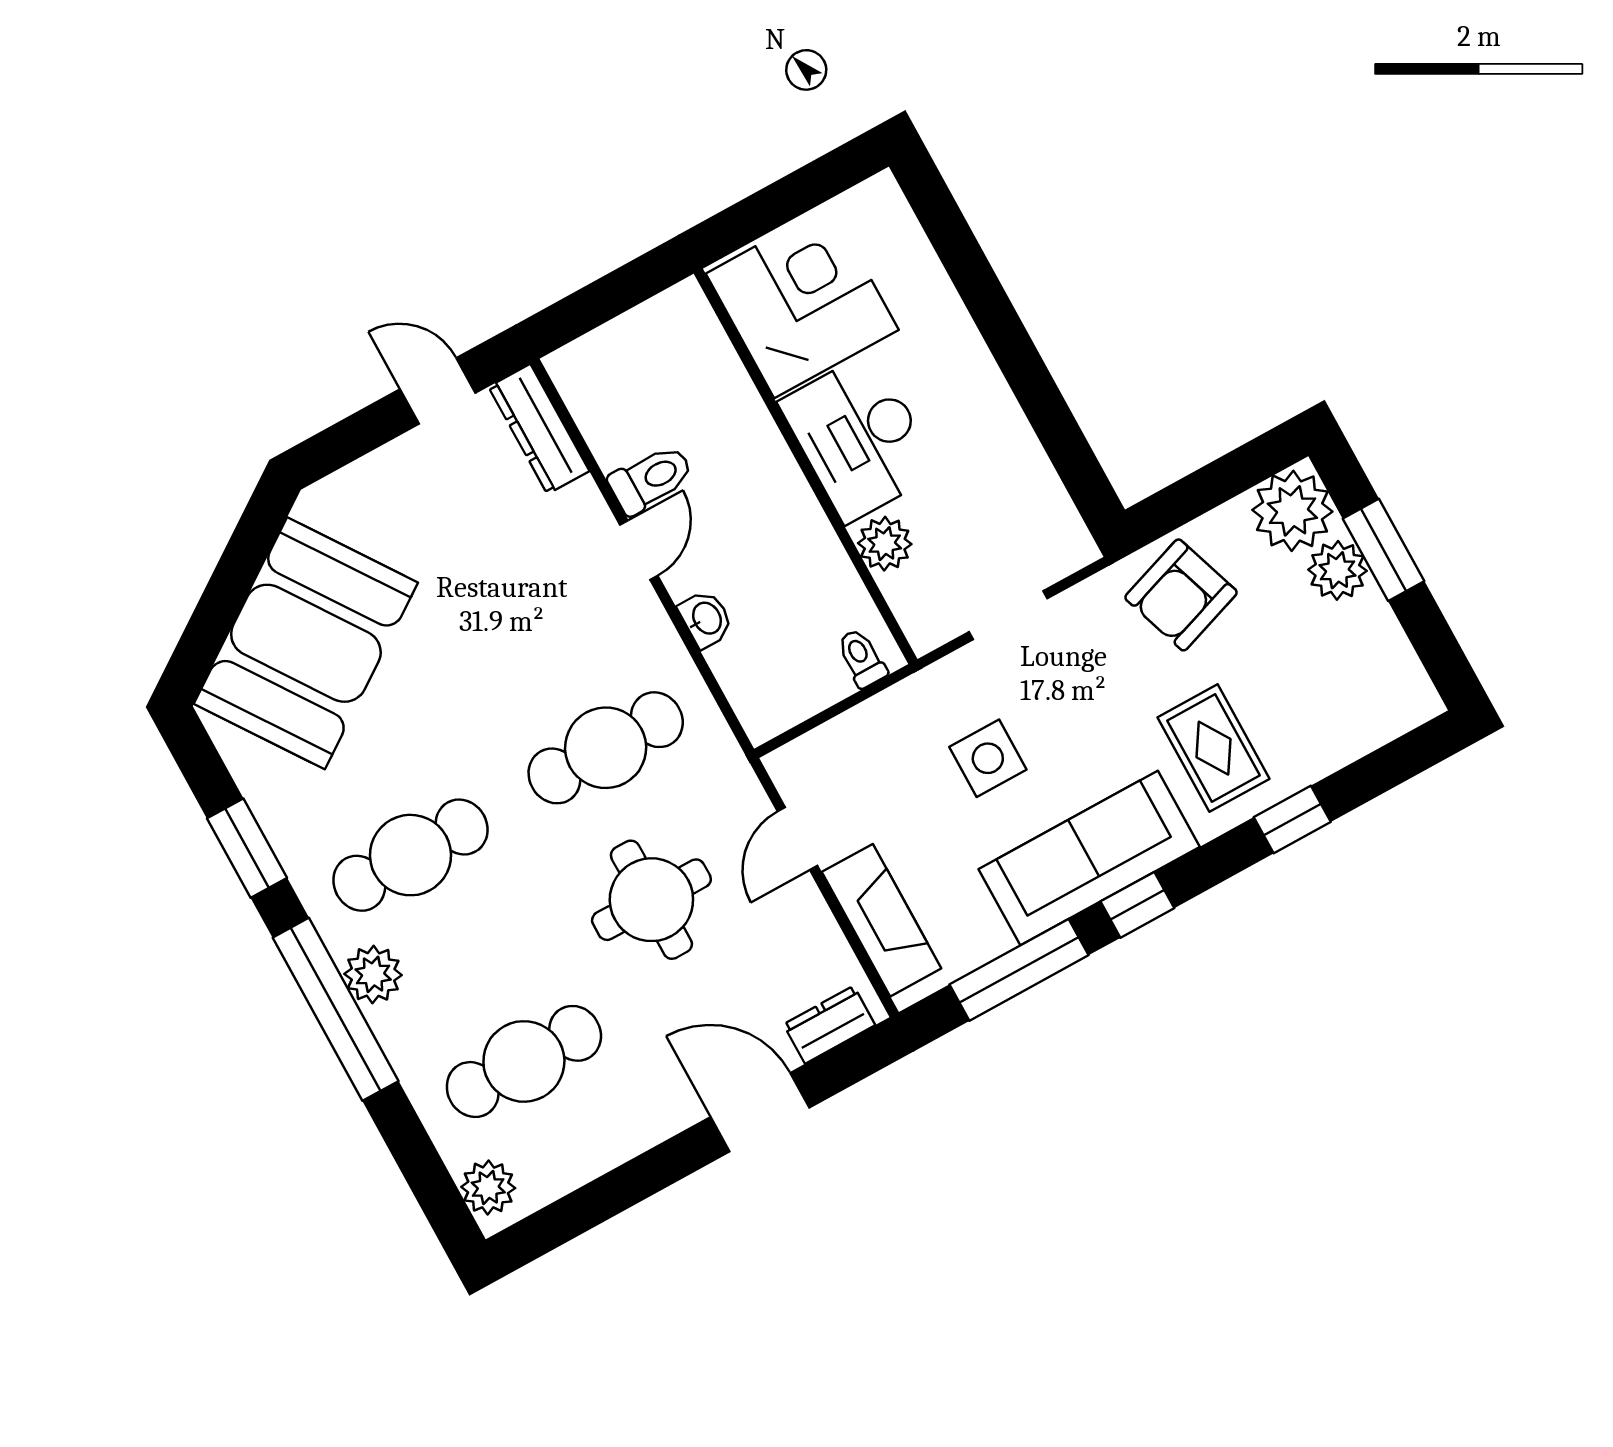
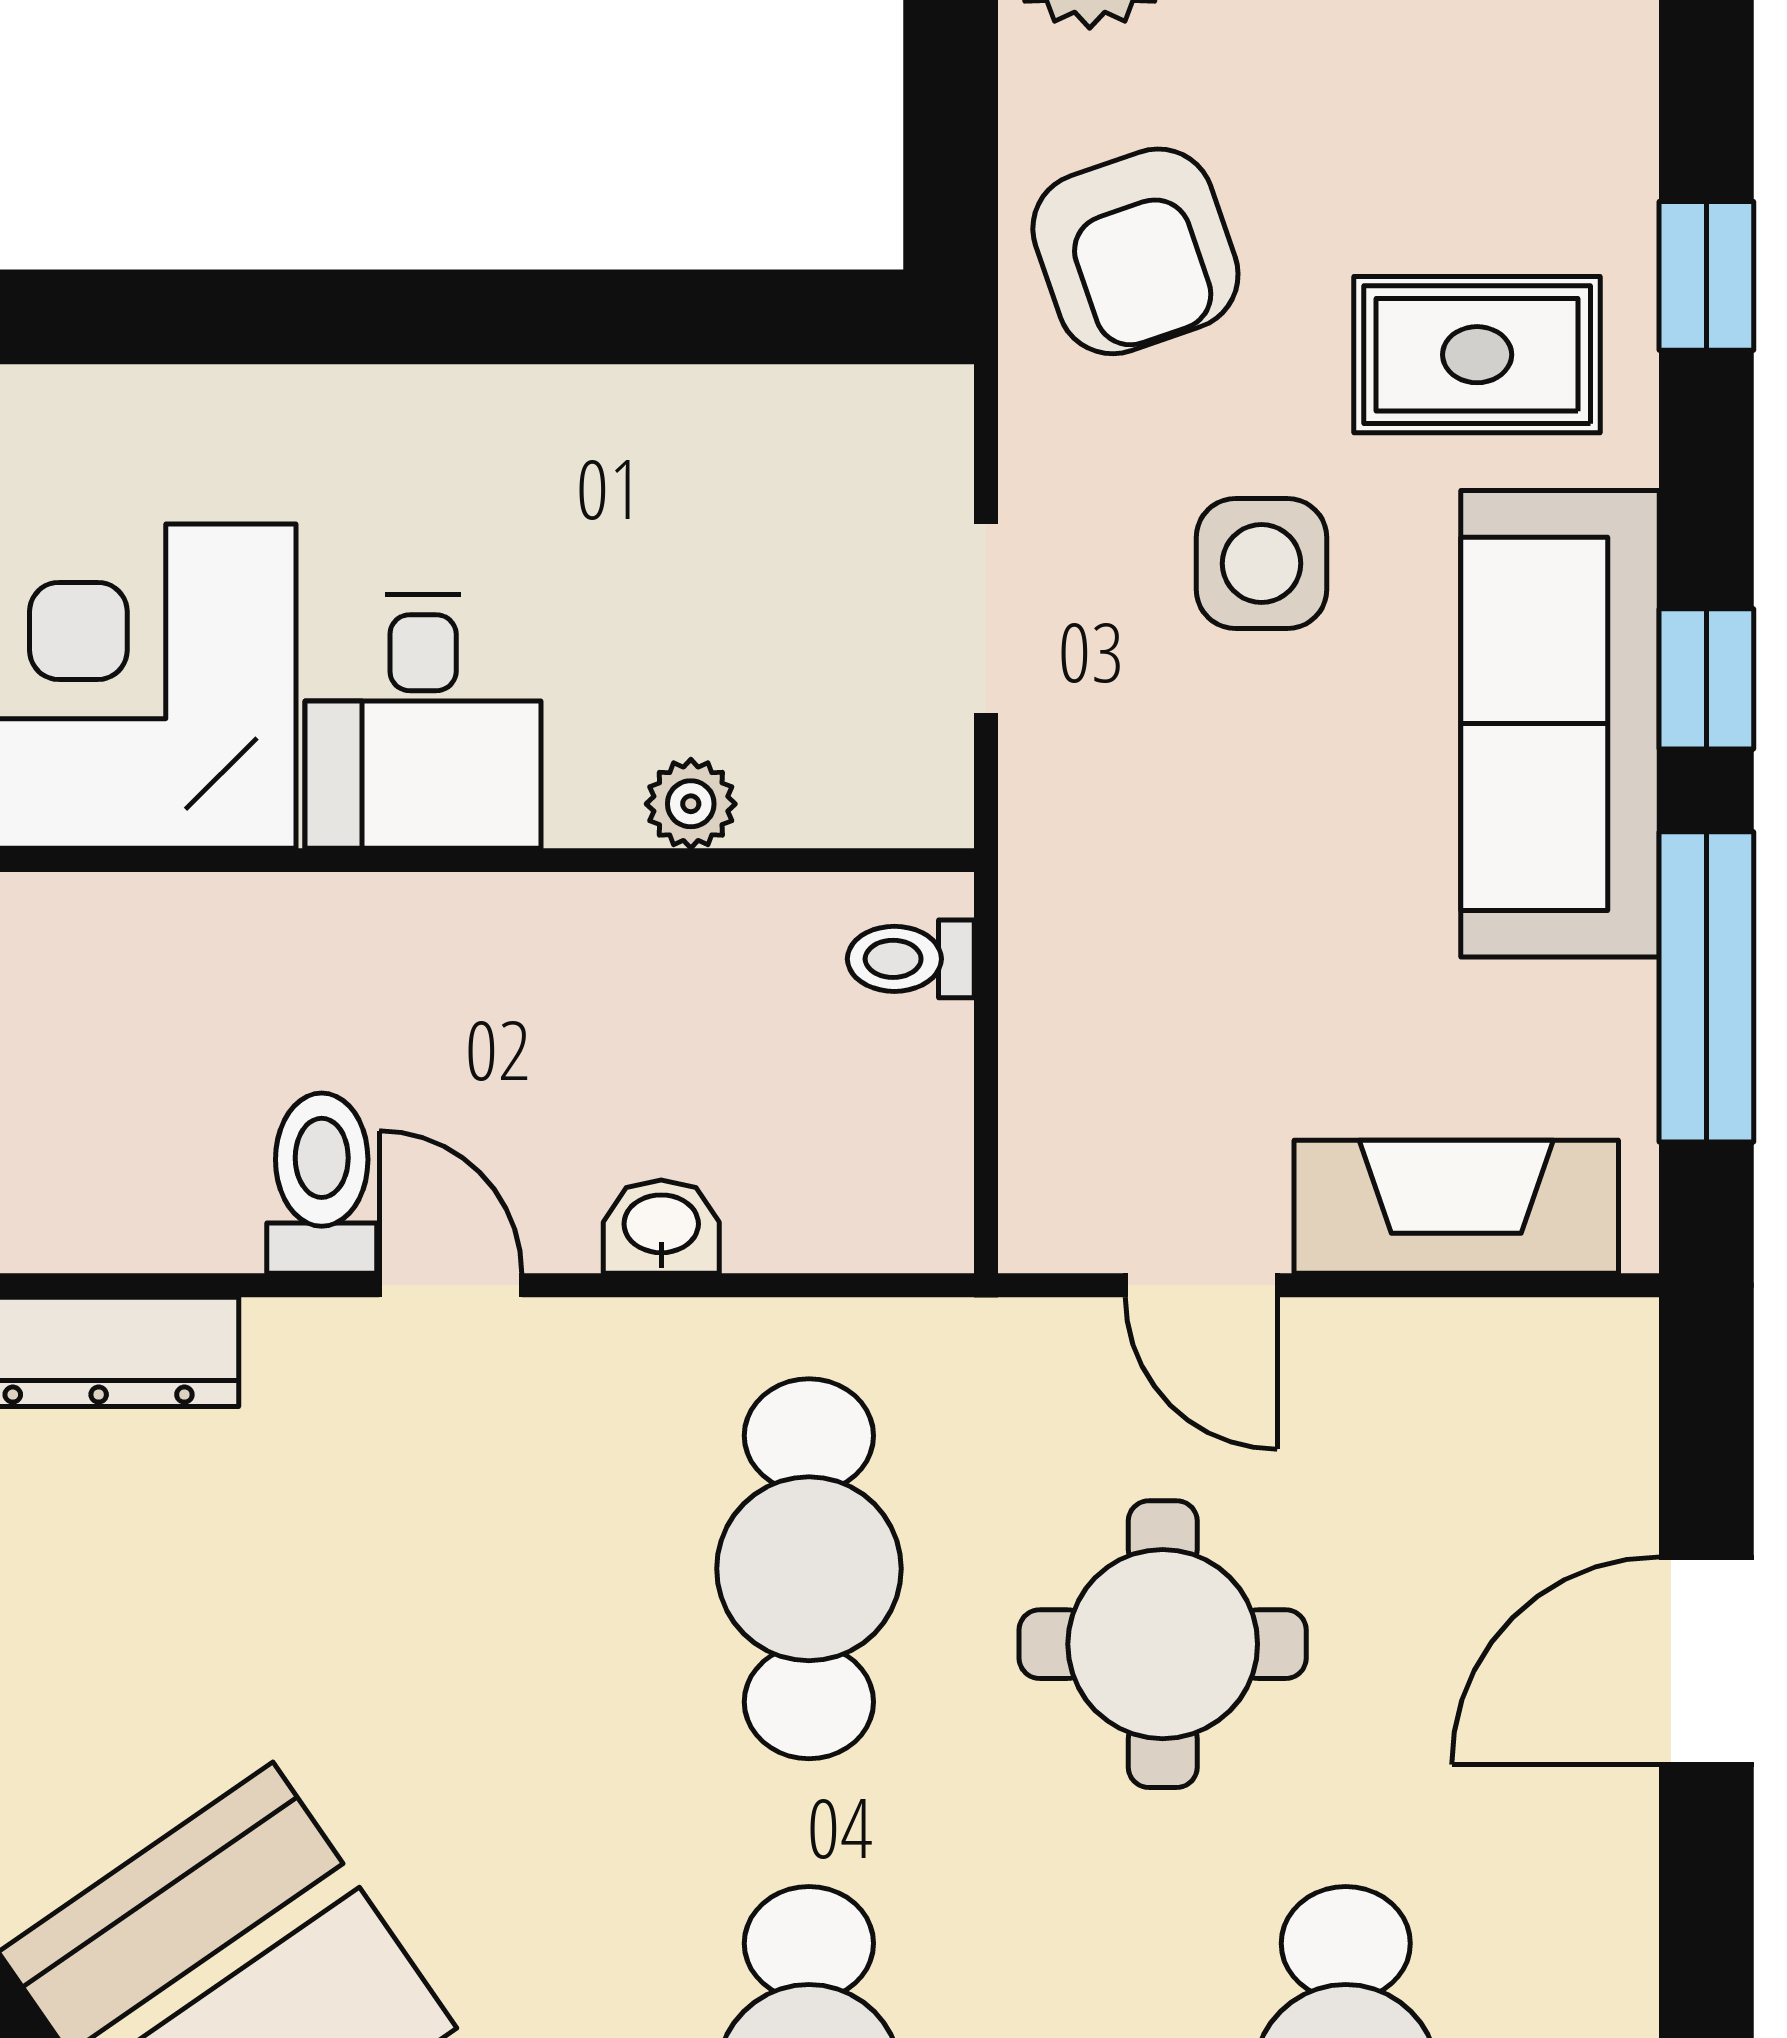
desk: (859, 437) -> (423, 721), width x0.73
plant: (885, 544) -> (691, 804), width x0.73, depth x0.73
side table: (988, 758) -> (1261, 563), moved
dresser: (829, 1025) -> (1608, 1426), removed

